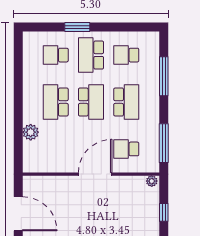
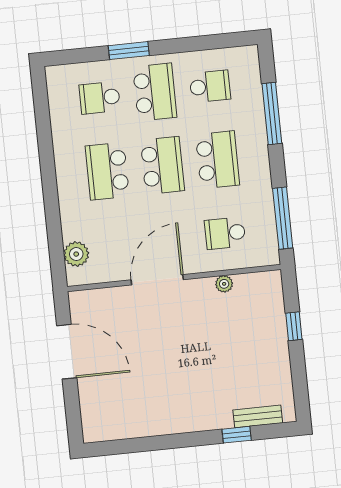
school desk: (91, 55) -> (155, 92), turned 180
school desk: (126, 55) -> (210, 86), turned 180
plant: (31, 132) -> (76, 254), moved
door: (95, 174) -> (157, 280), moved
plant: (152, 181) -> (224, 284), moved

